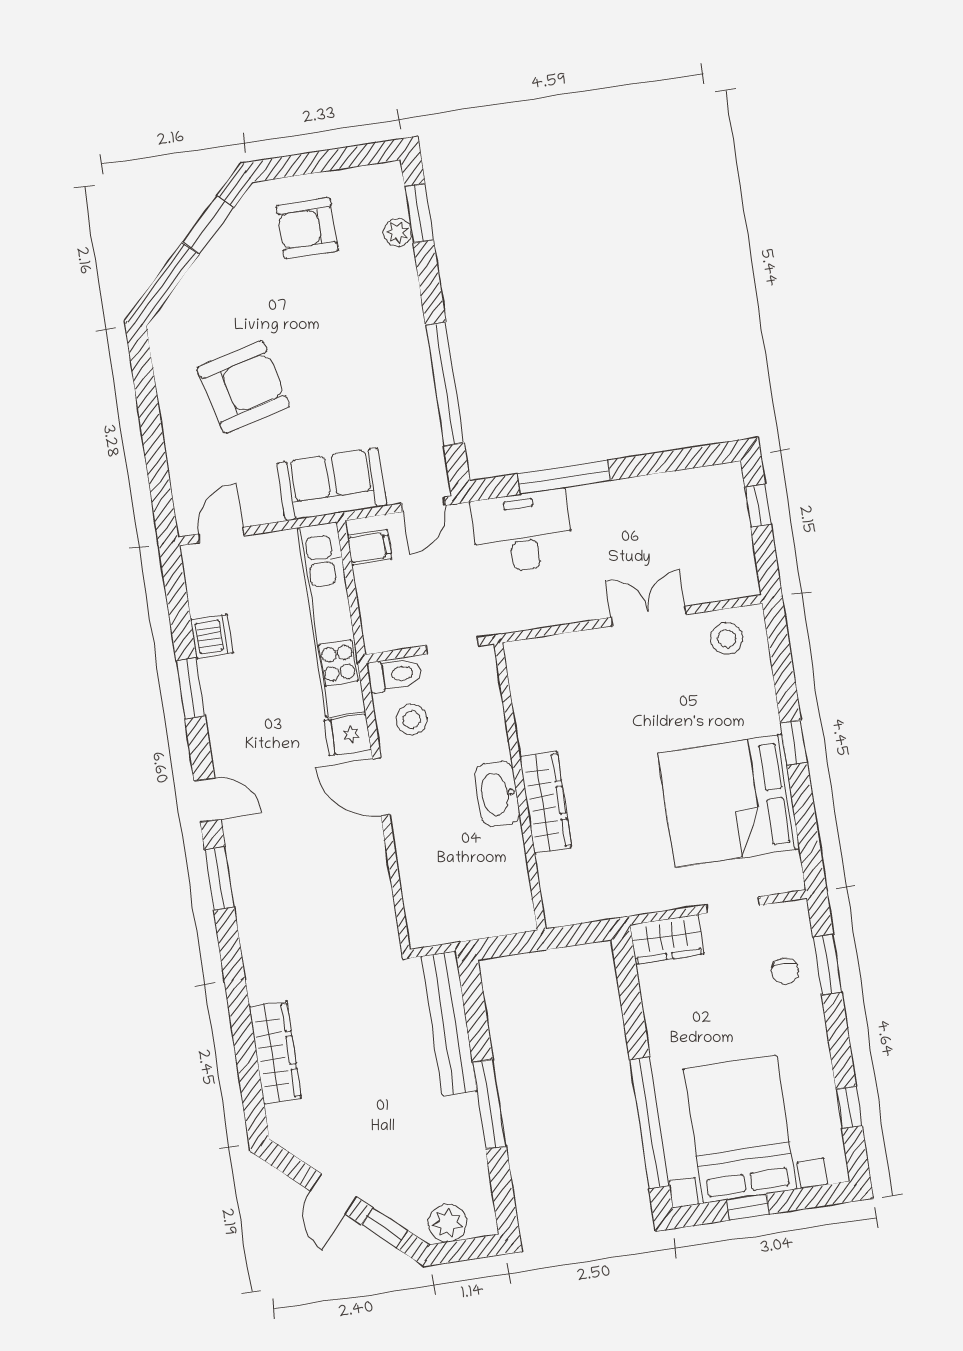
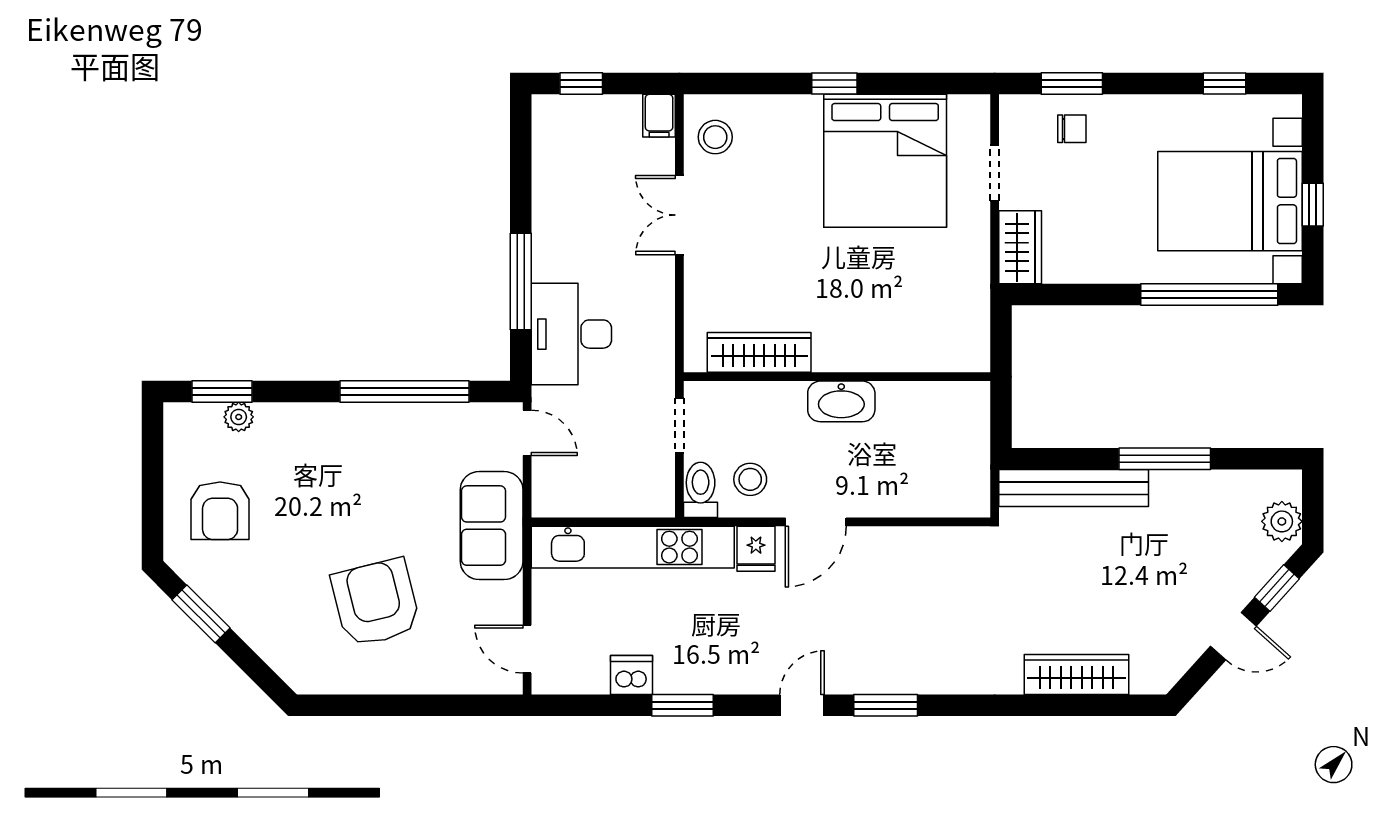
filing cabinet: (370, 547) -> (659, 116), moved, turned 180
wardrobe: (546, 802) -> (759, 352), moved

